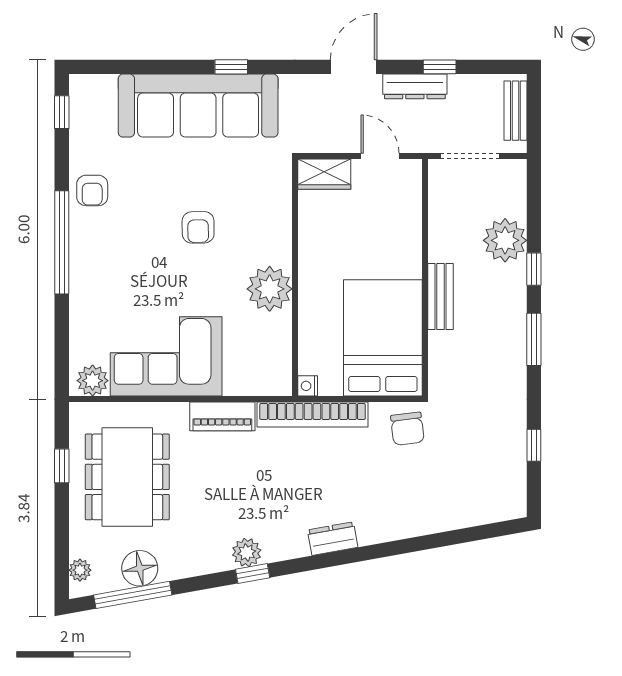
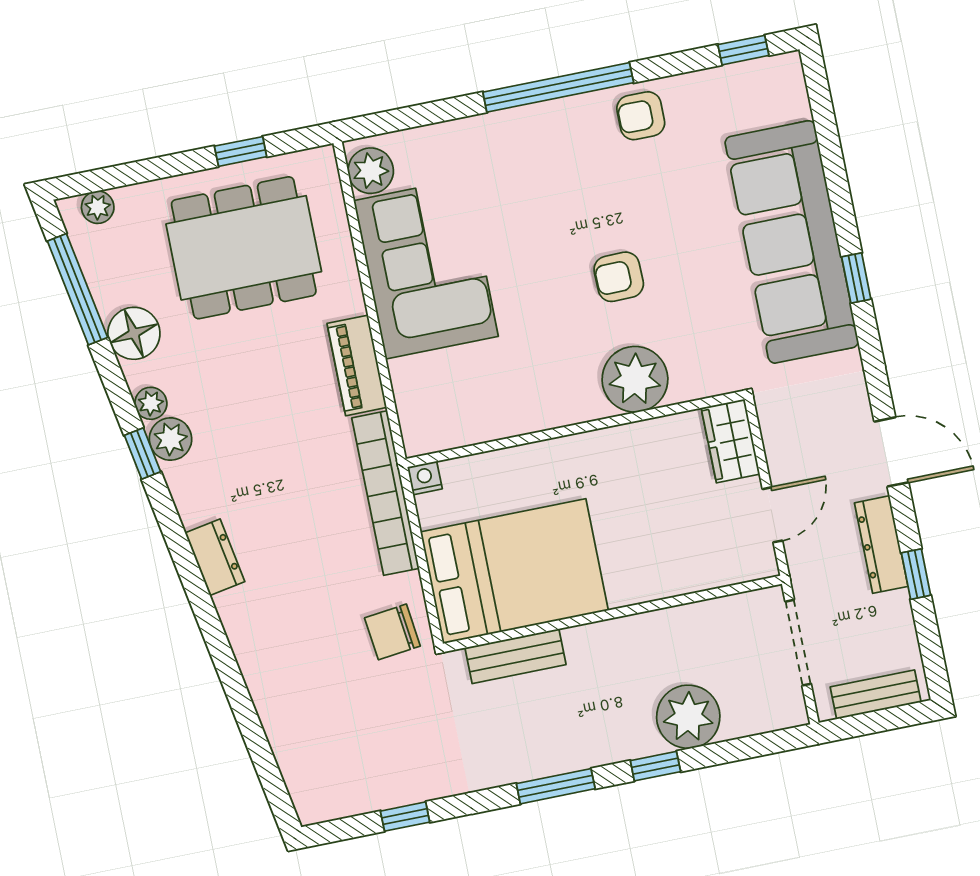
plant: (270, 289) -> (635, 379), moved
bench: (441, 296) -> (515, 656), moved
plant: (220, 561) -> (151, 403), added
floor lamp: (140, 568) -> (134, 333), moved

